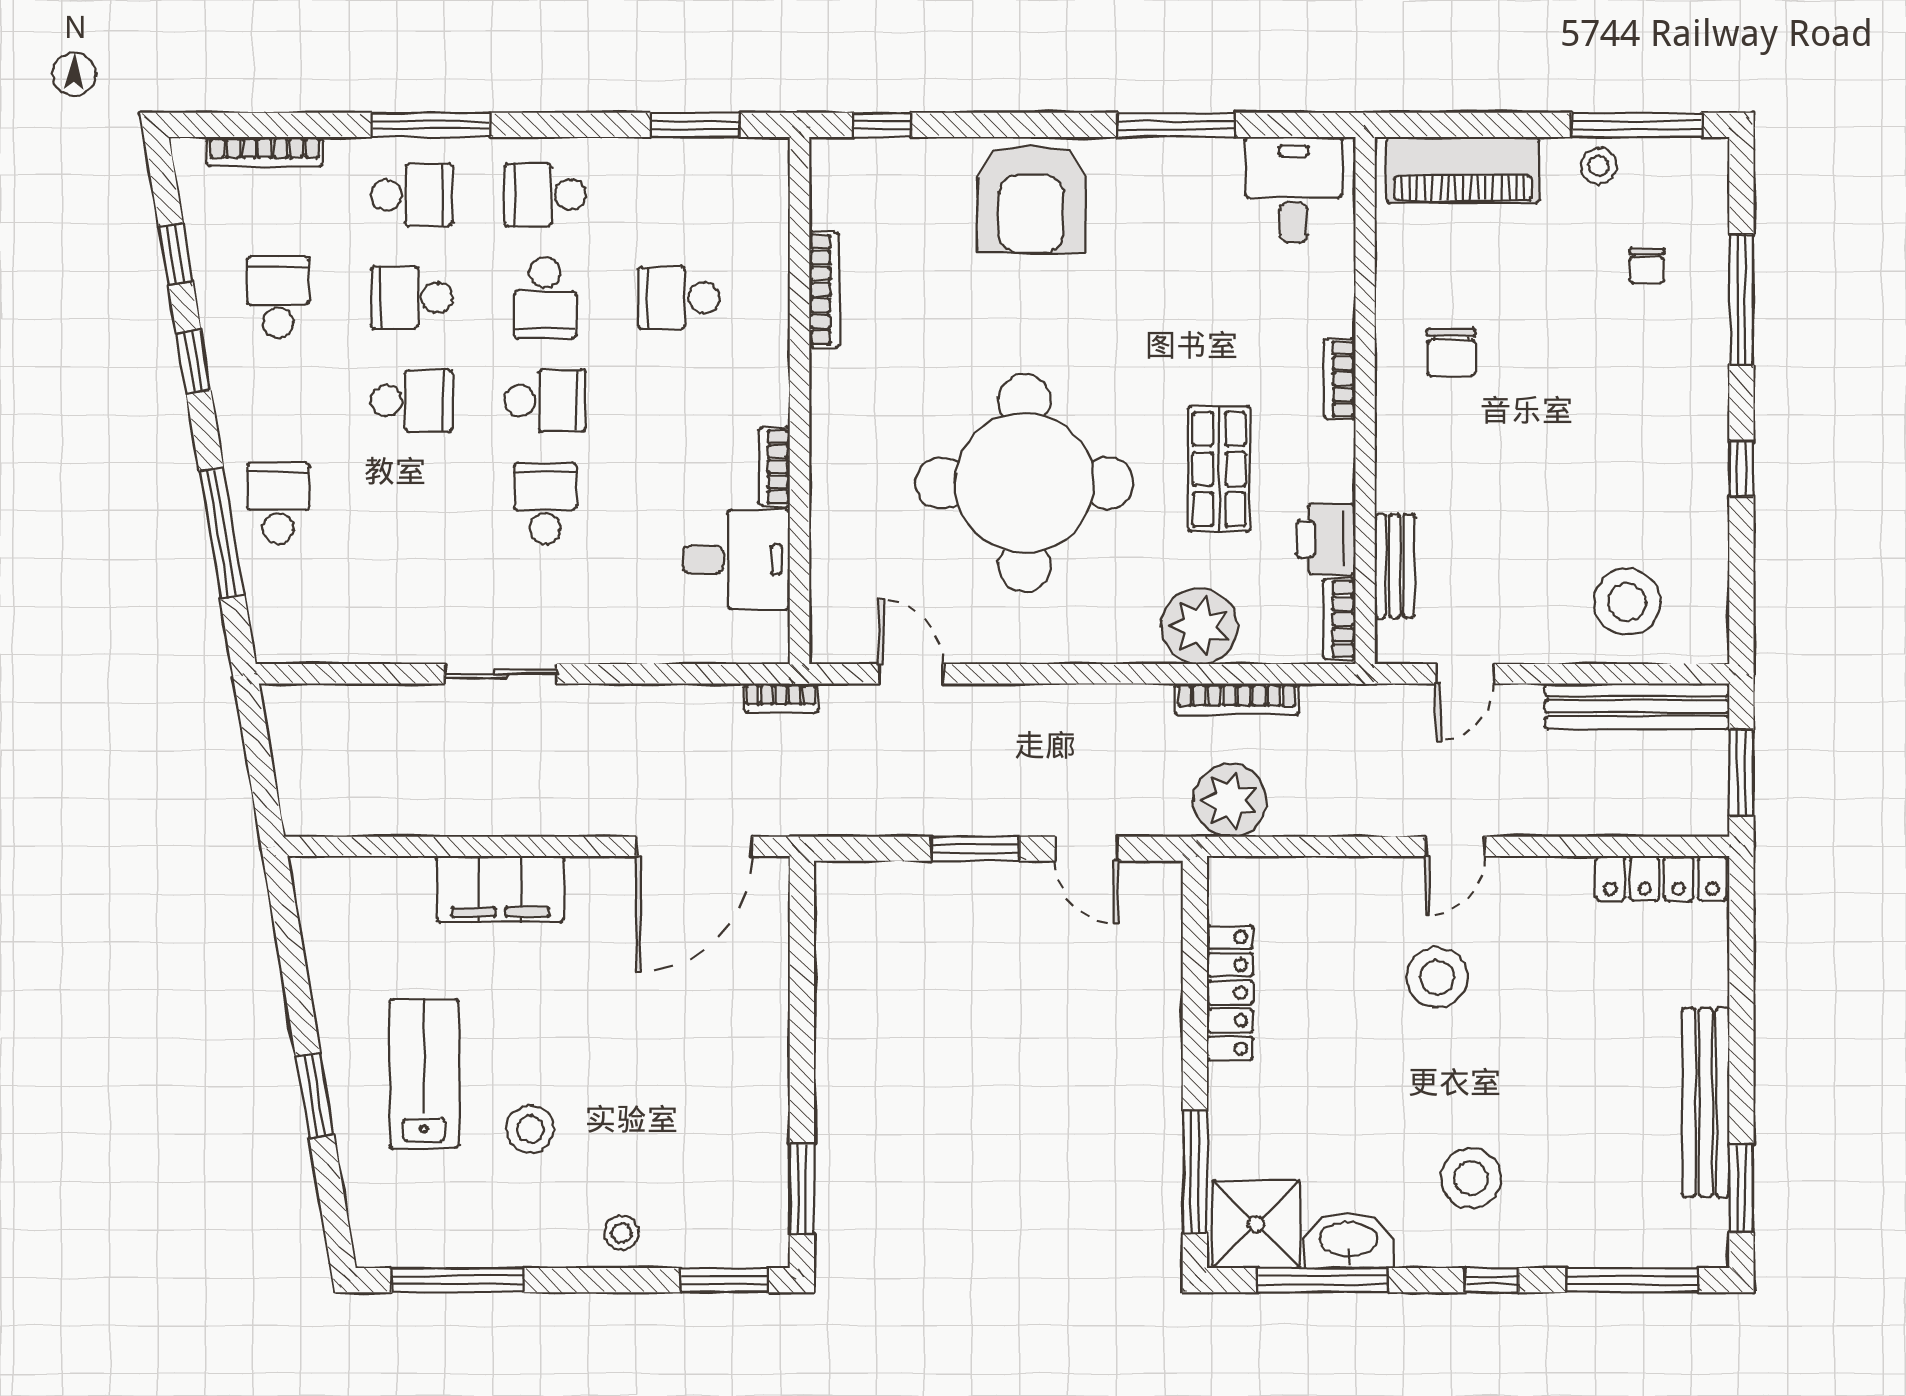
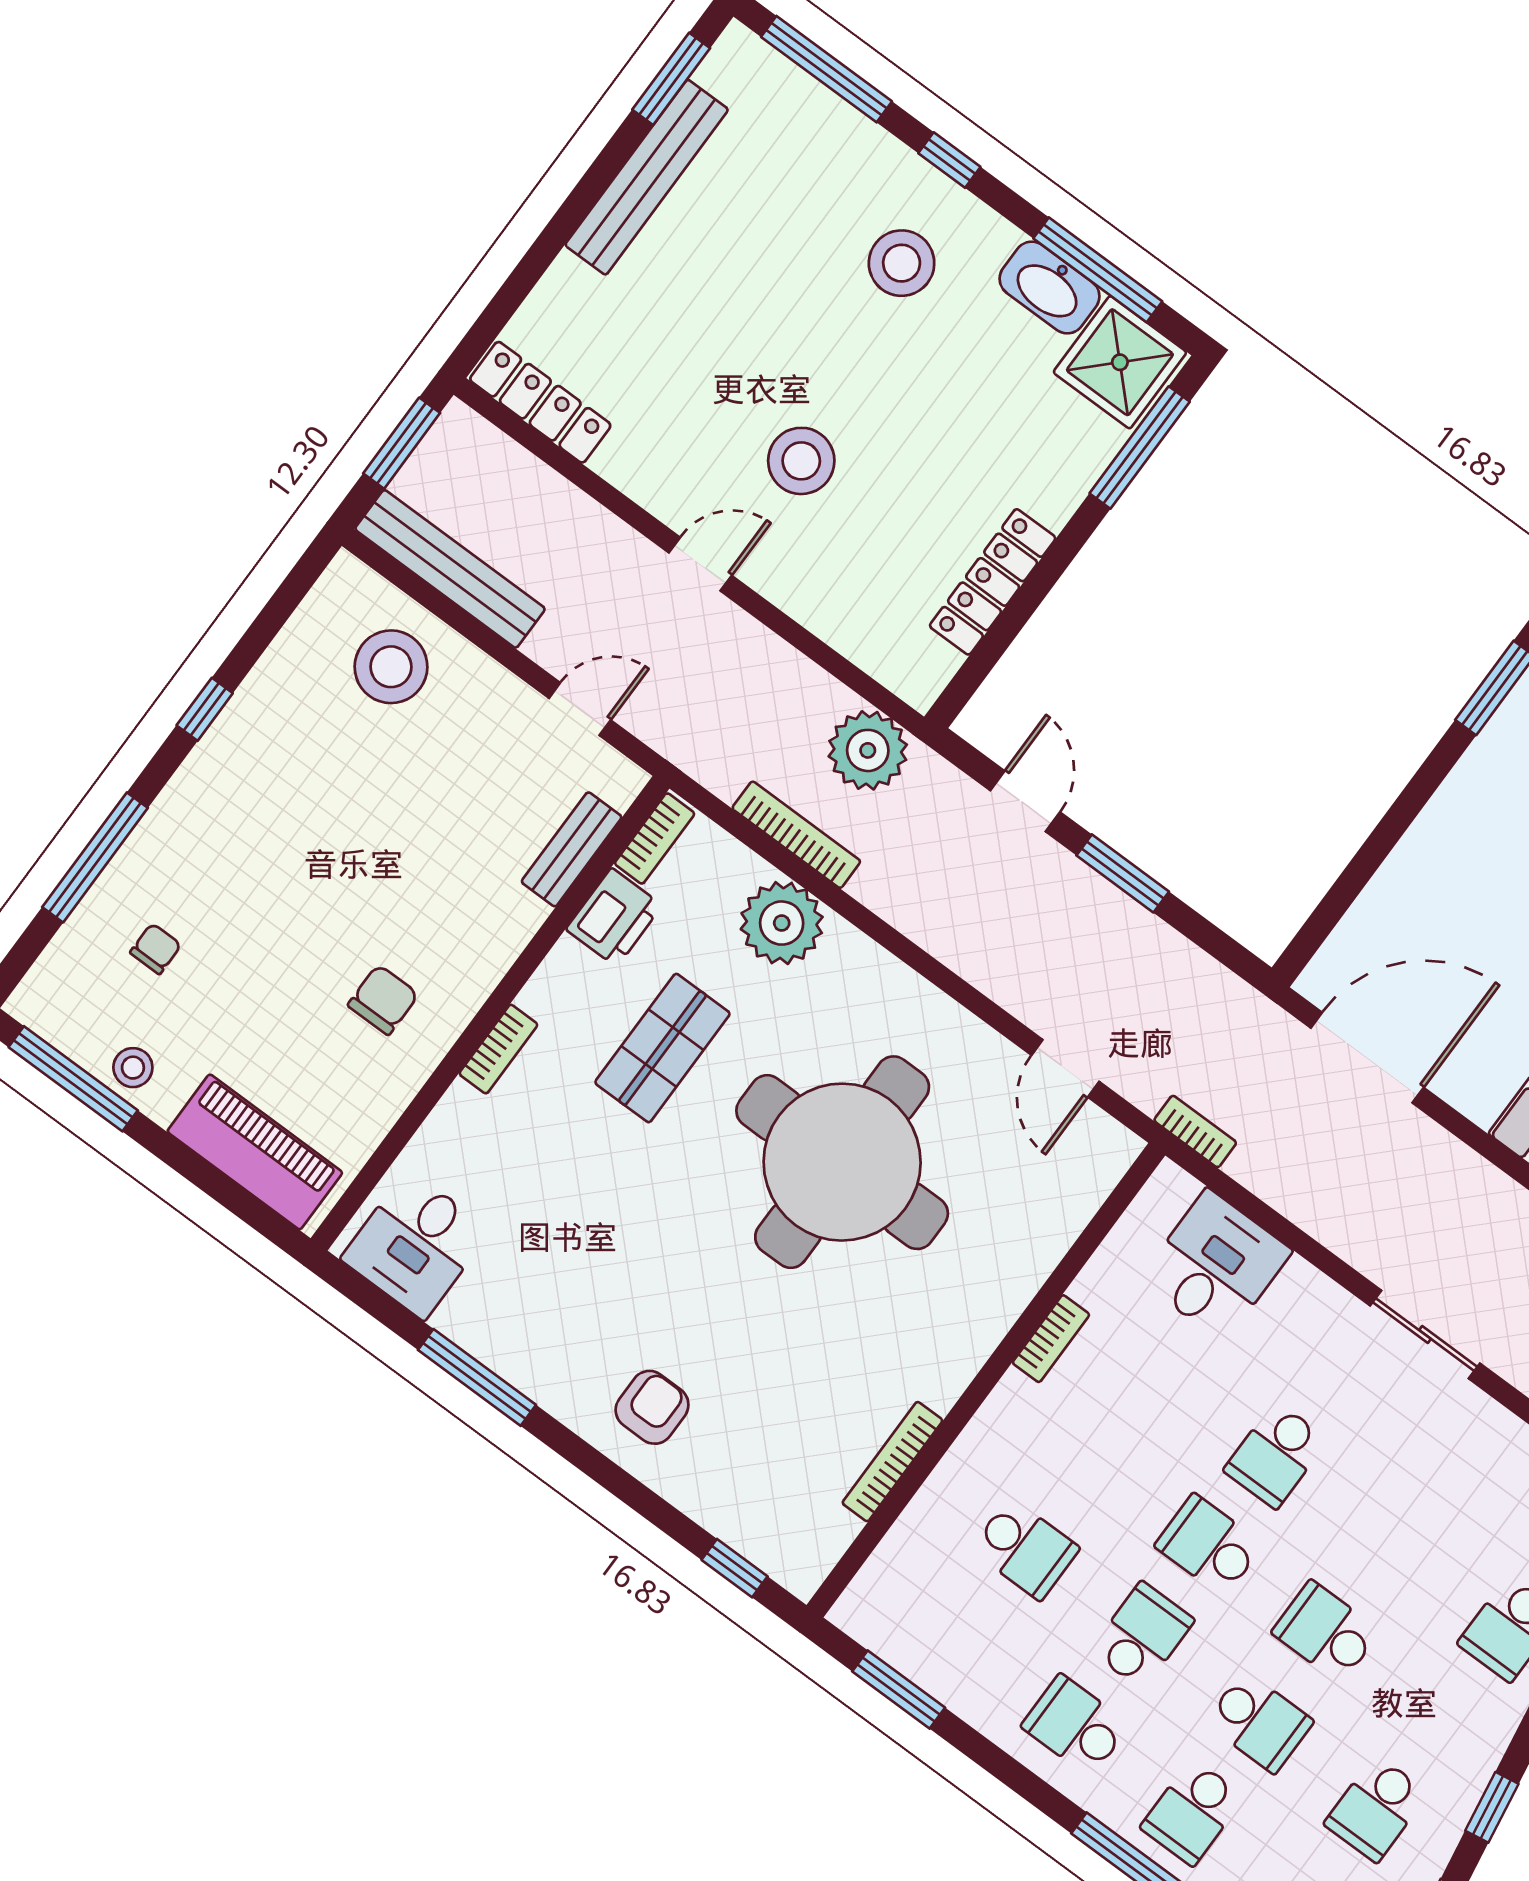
school desk: (412, 195) -> (1192, 1812), turned -90
school desk: (545, 195) -> (1075, 1726), turned 180
armchair: (1031, 198) -> (652, 1407), width x0.53, depth x0.53
desk: (736, 560) -> (1216, 1265), moved, turned 90

